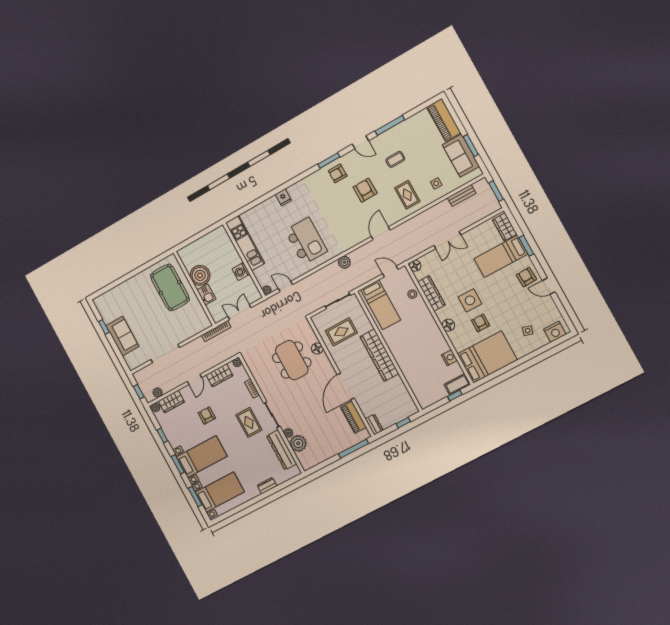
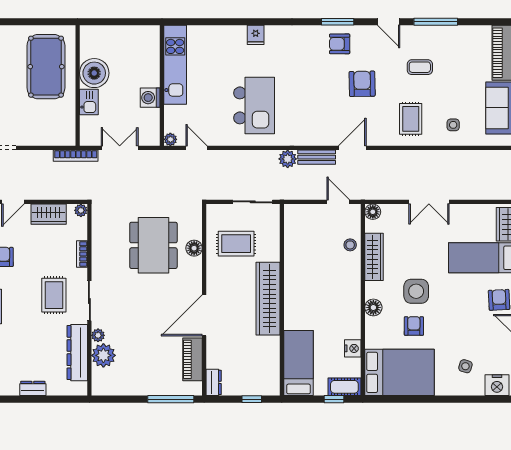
bench: (462, 196) -> (317, 157), moved
bed: (381, 305) -> (299, 363), moved, turned 180

